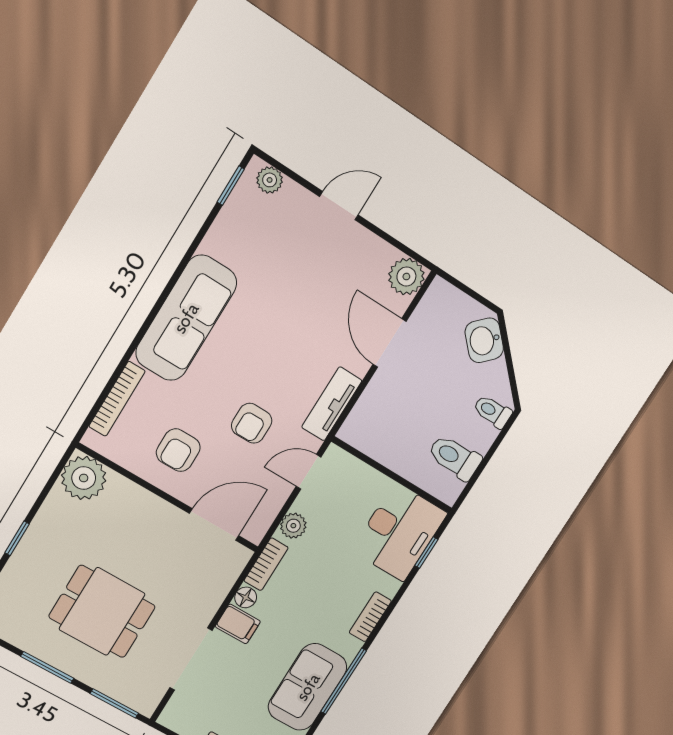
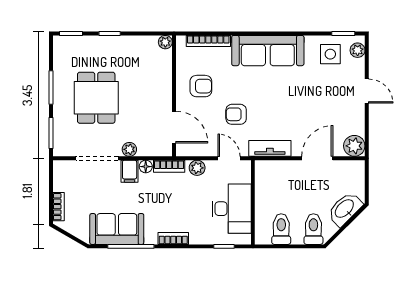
side table: (250, 226) -> (330, 54), added
washbasin: (484, 340) -> (345, 209), width x1.38
toilet: (492, 411) -> (313, 229), width x1.37, depth x1.39
armchair: (178, 450) -> (201, 86), turned 180
plant: (84, 478) -> (165, 42), width x0.53, depth x0.53
desk: (399, 532) -> (232, 209), moved, turned -90
plant: (207, 607) -> (129, 149), added

